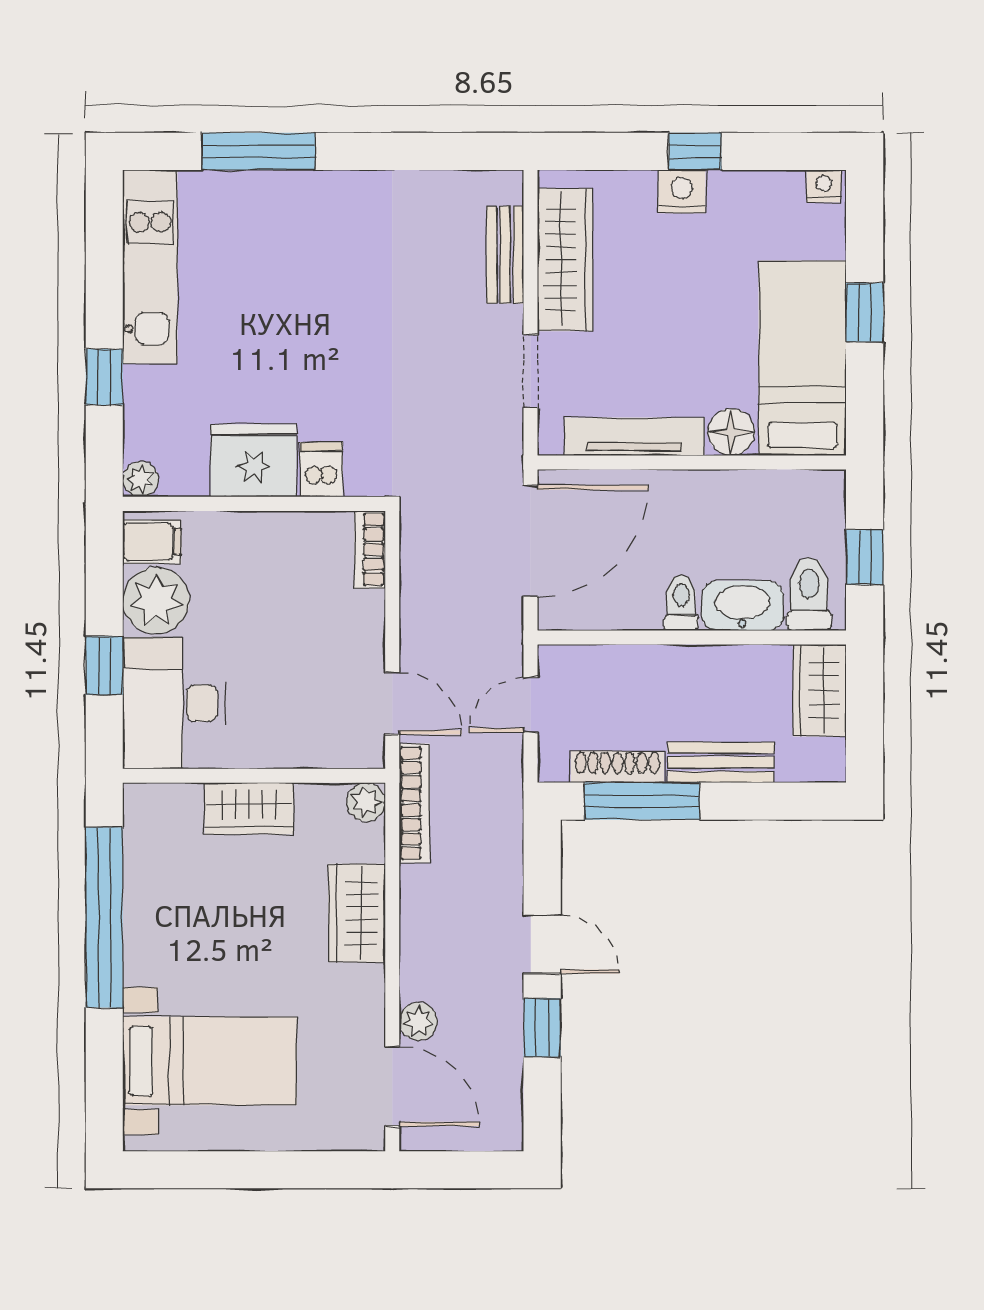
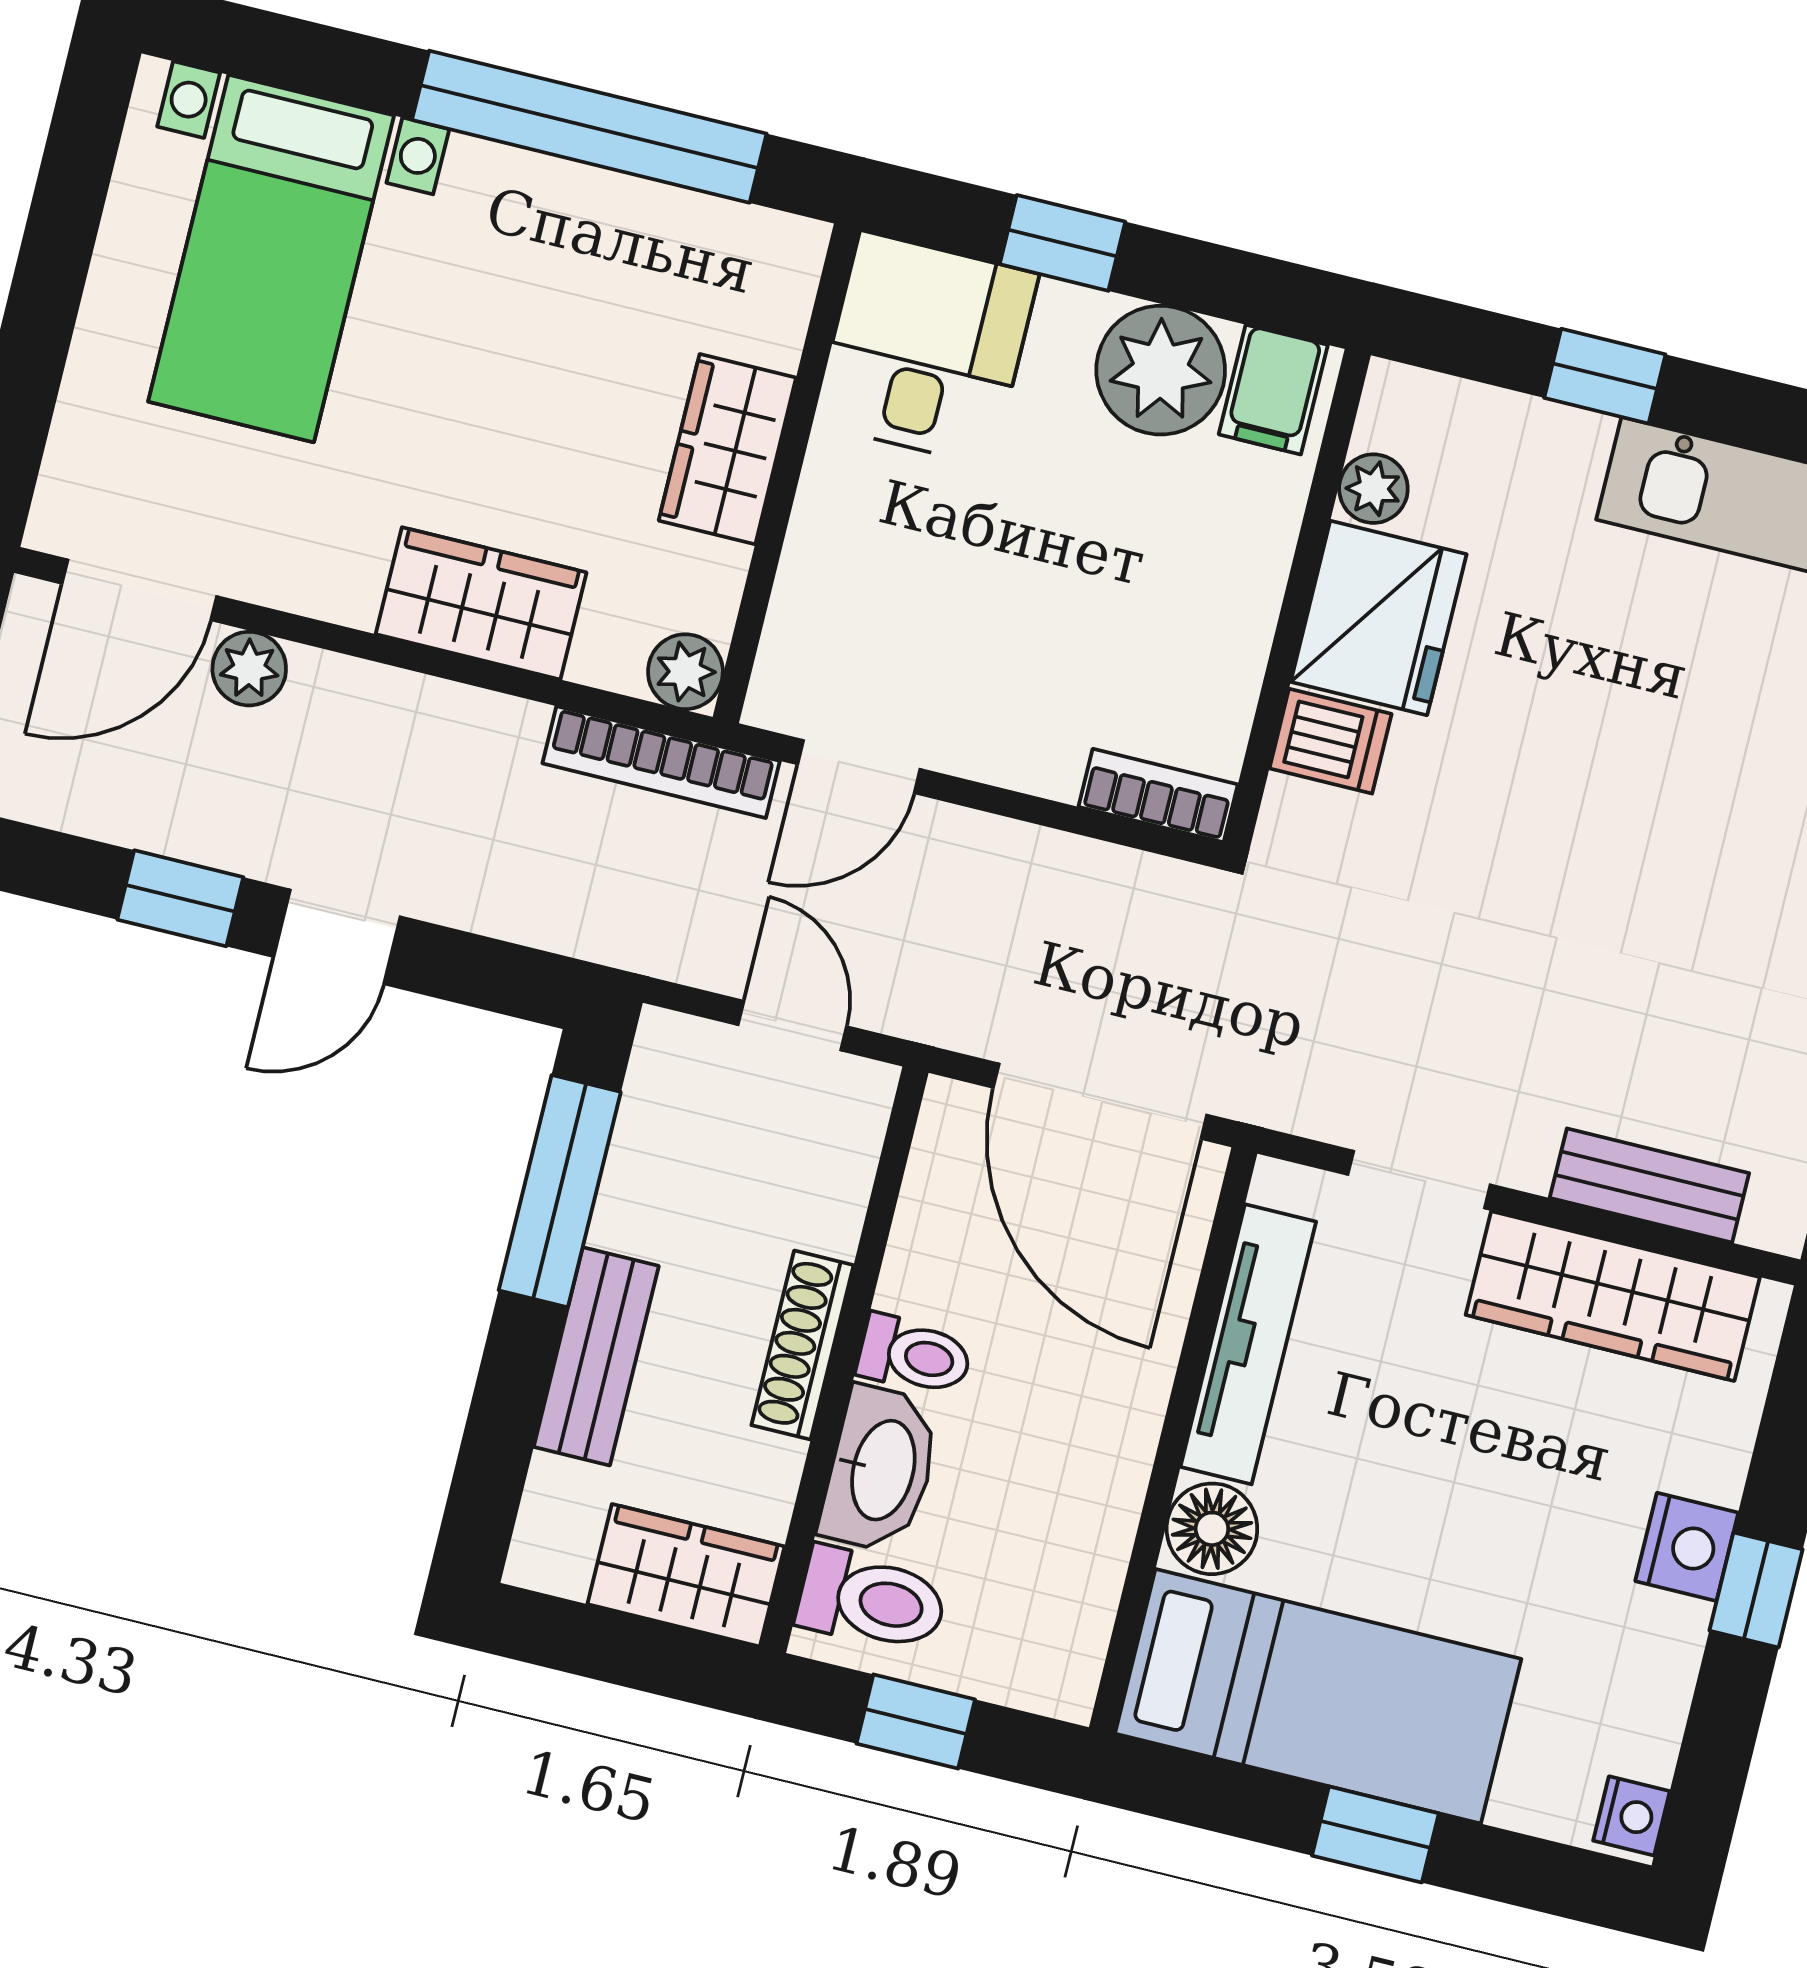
plant: (140, 479) -> (1373, 489), moved
desk: (174, 703) -> (926, 349), width x0.73
shoe rack: (617, 767) -> (802, 1345), moved, turned 180

